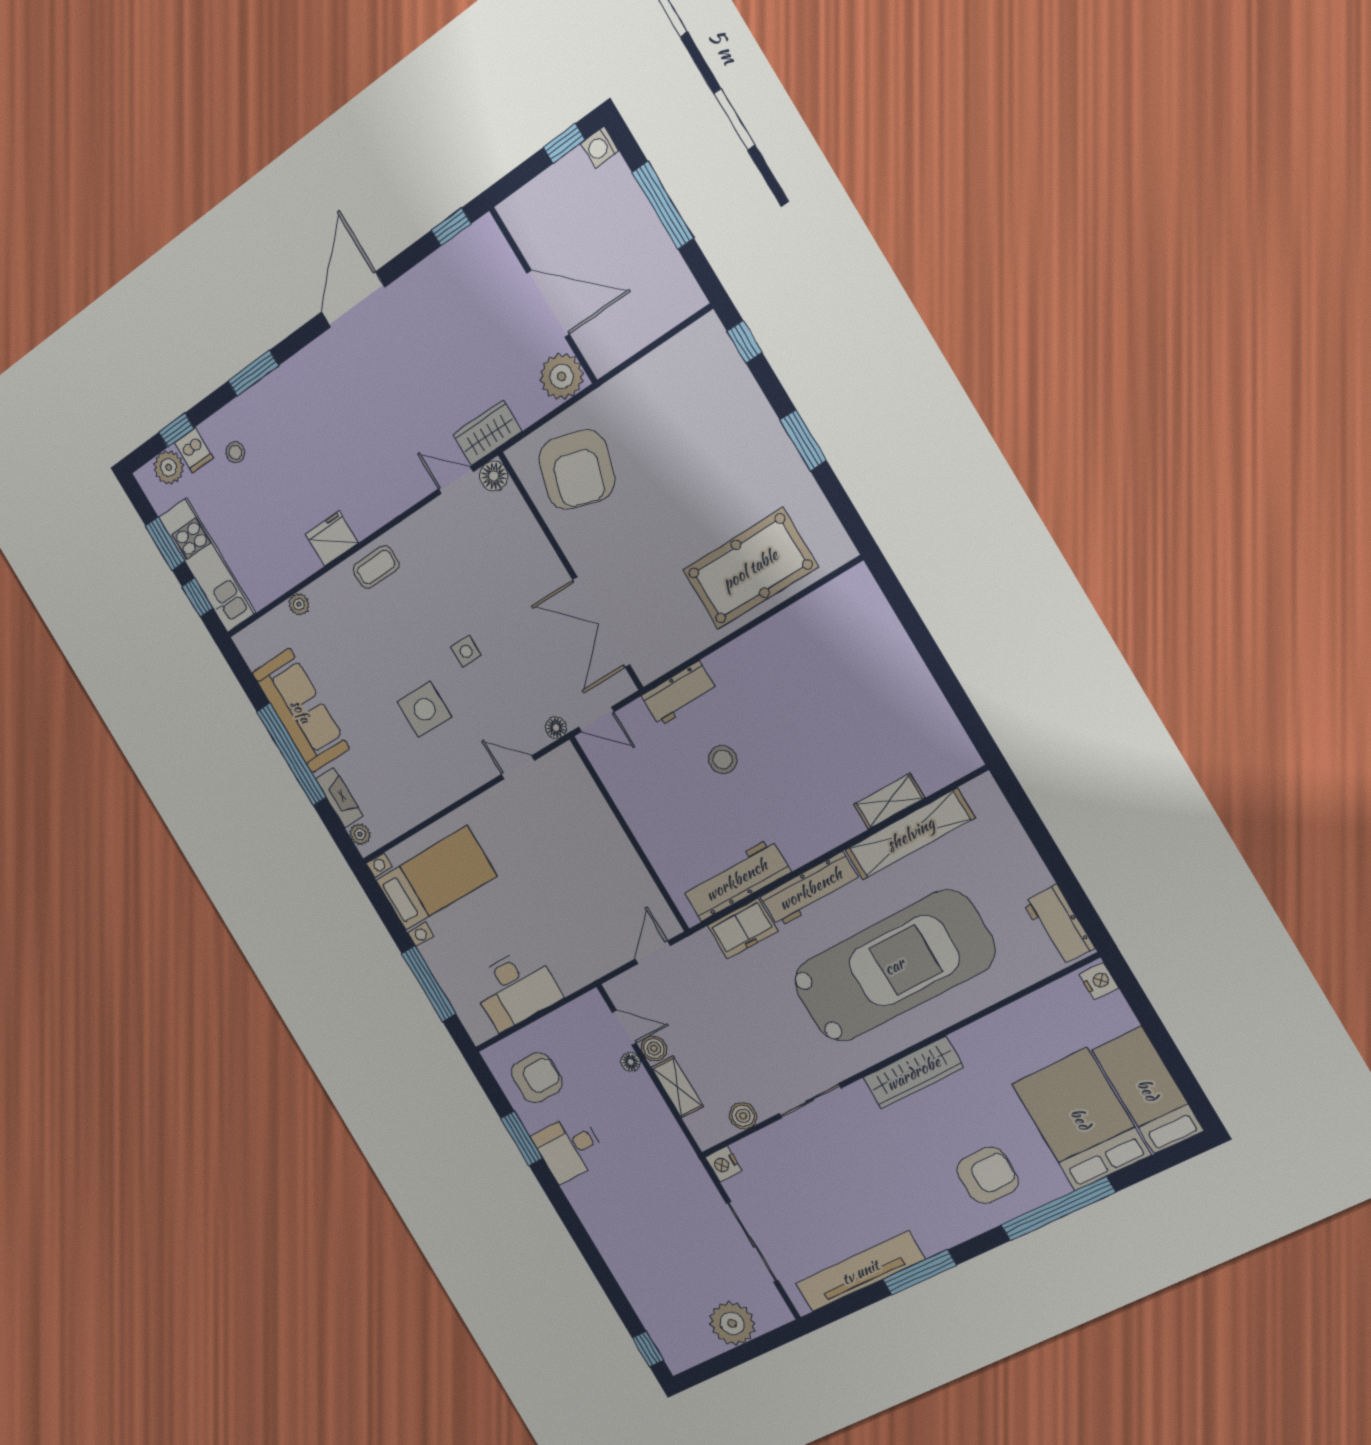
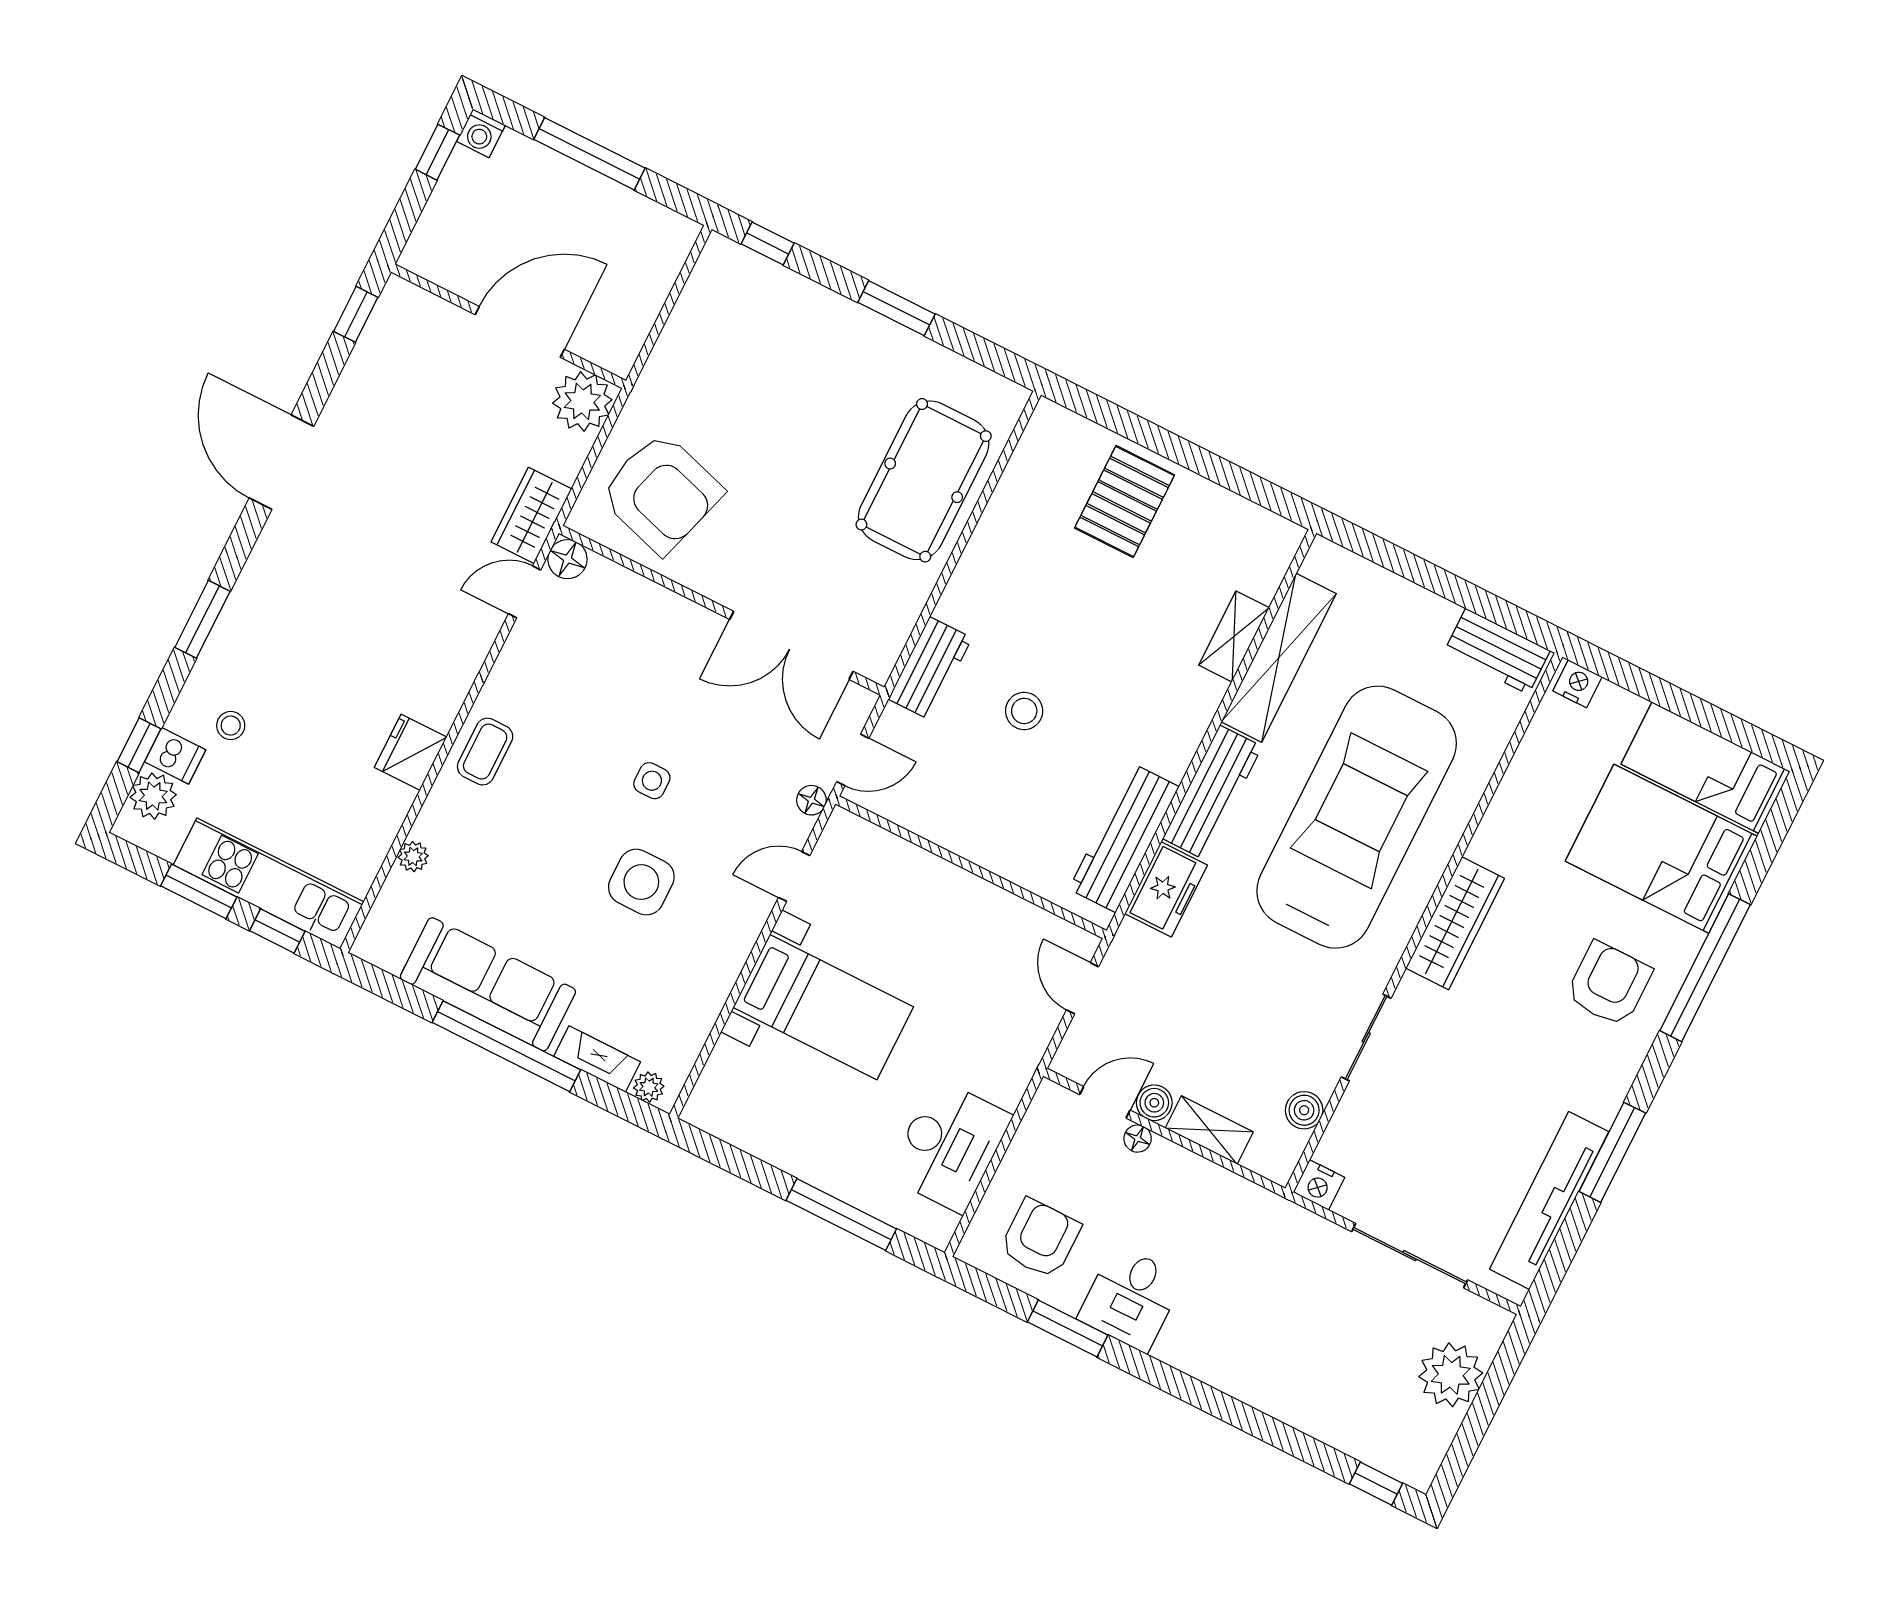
pallet: (874, 667) -> (1125, 501), added
bed with nightstands: (436, 878) -> (823, 1007), moved, turned 90

